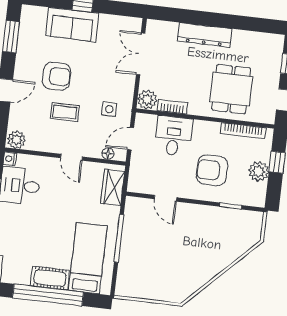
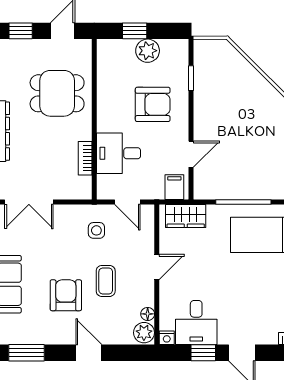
plant: (147, 100) -> (80, 188), removed
bookcase: (243, 131) -> (103, 74), removed
floor lamp: (108, 154) -> (148, 314), moved
armchair: (212, 170) -> (153, 104), turned -90
filing cabinet: (139, 181) -> (174, 187), added

